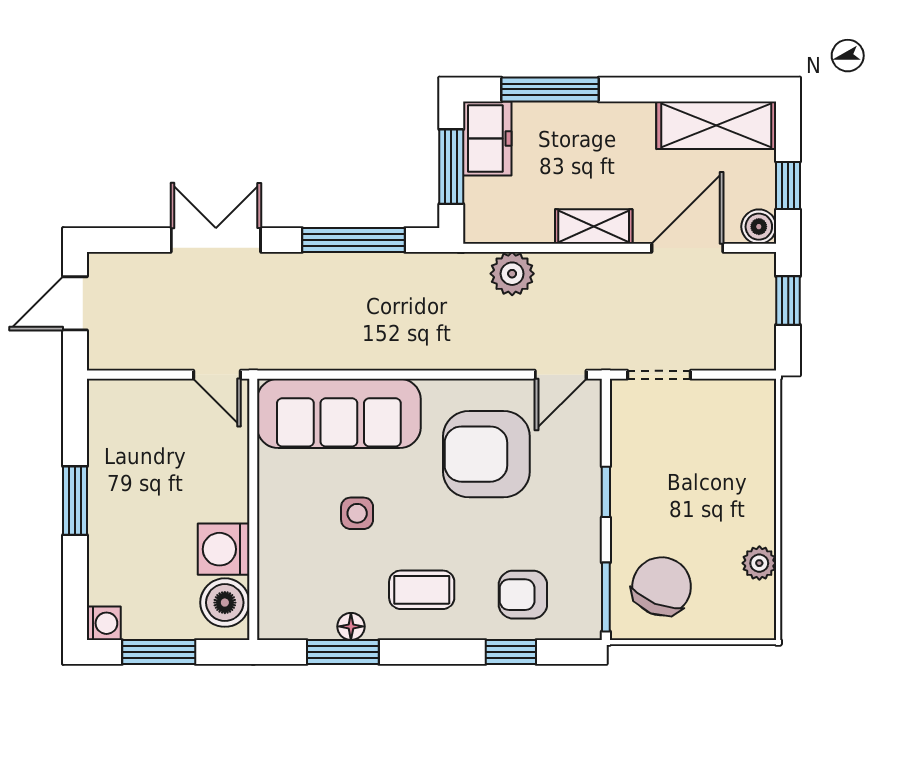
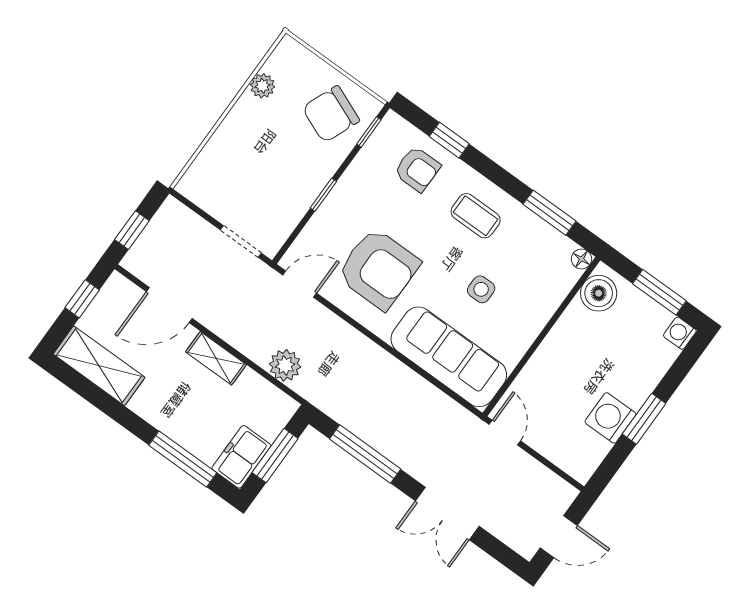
boiler: (759, 227) -> (117, 287), removed
washing machine: (224, 549) -> (610, 418), moved, turned 180
window: (606, 597) -> (369, 132), width x0.67
floor lamp: (351, 626) -> (581, 259), moved

